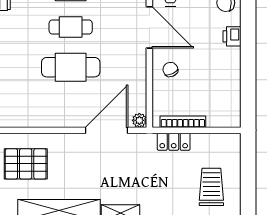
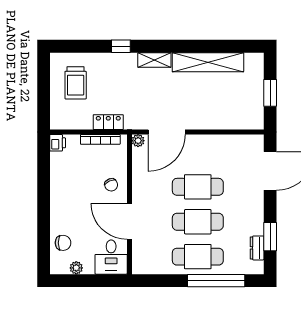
cafe table: (71, 27) -> (198, 222), width x1.37, depth x1.35
printer: (232, 36) -> (58, 143), moved
pallet: (26, 164) -> (237, 103), removed

